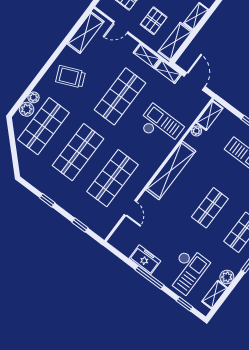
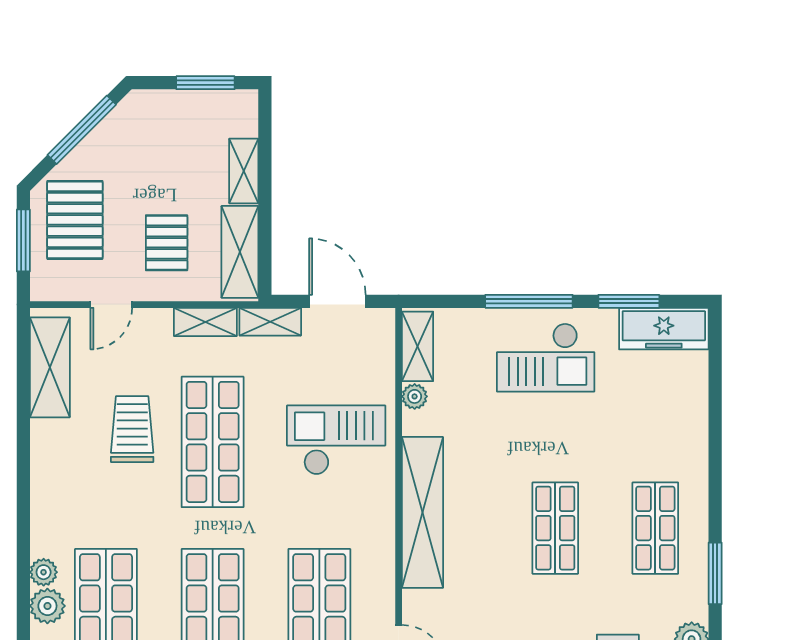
trolley: (71, 77) -> (132, 429), moved, turned 113

